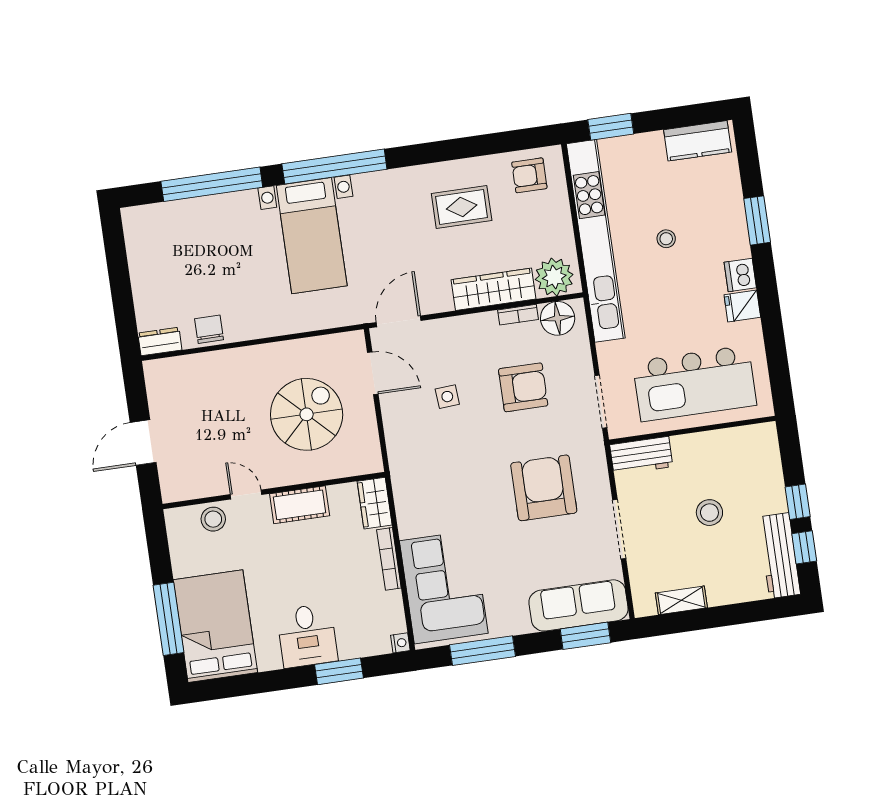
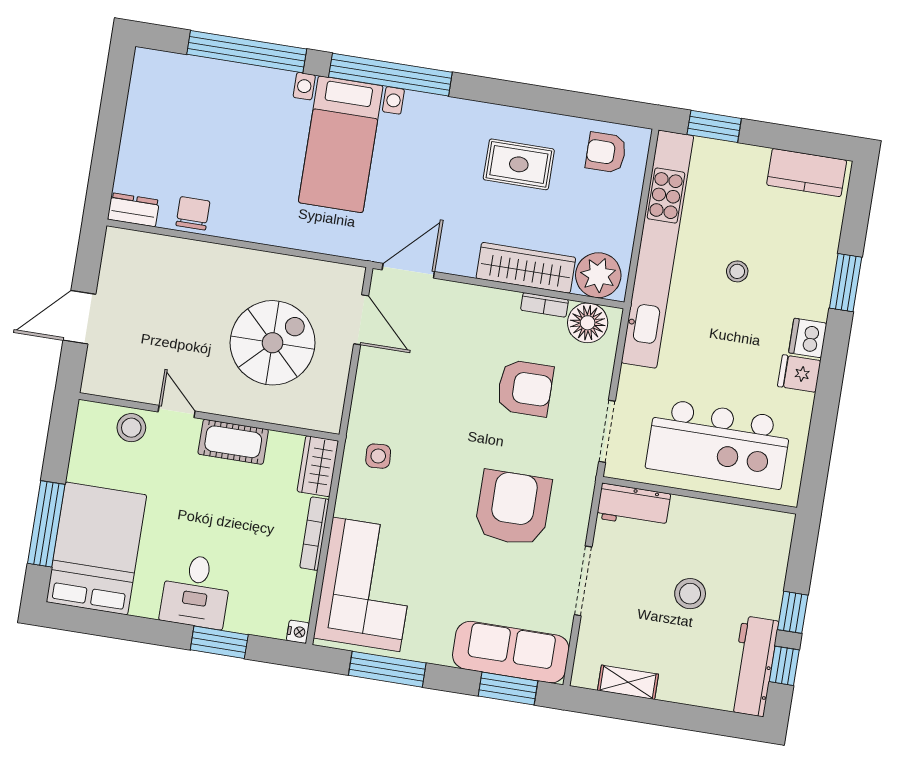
side table: (447, 397) -> (378, 456), moved

